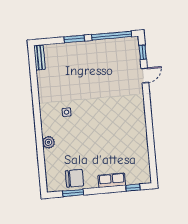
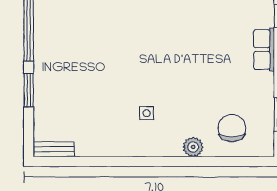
chair: (74, 178) -> (232, 128), moved

